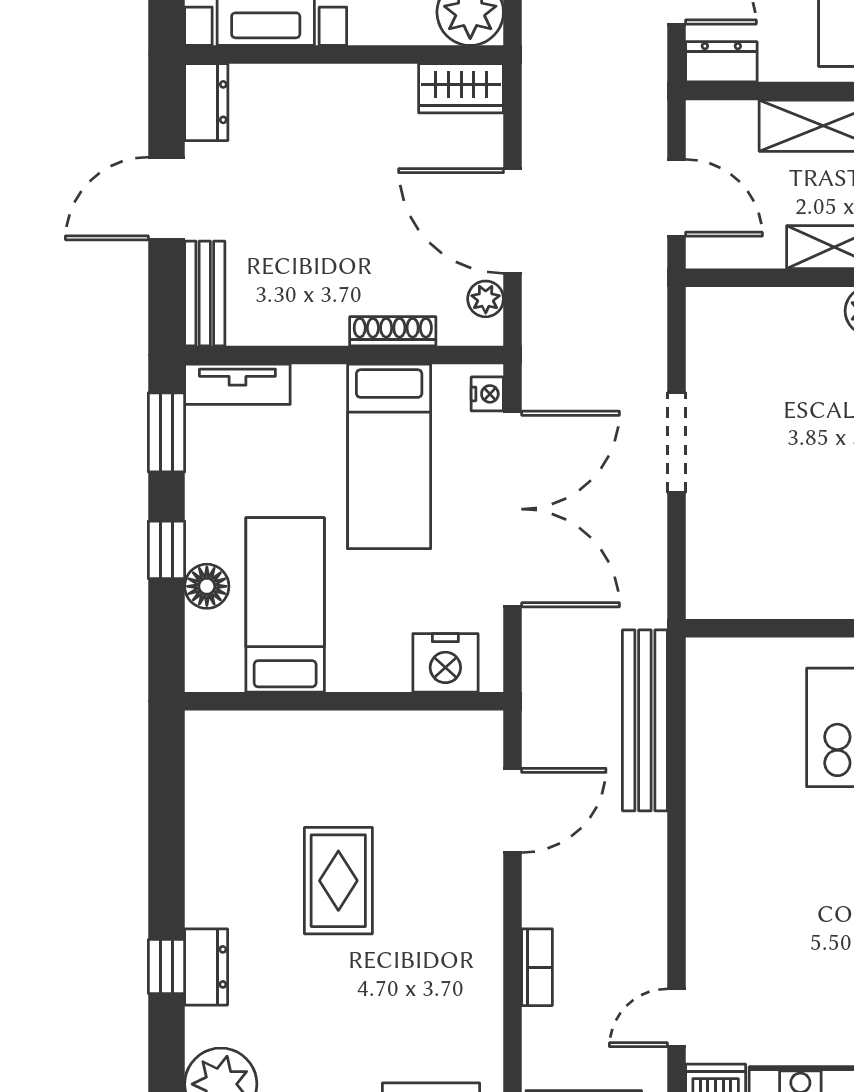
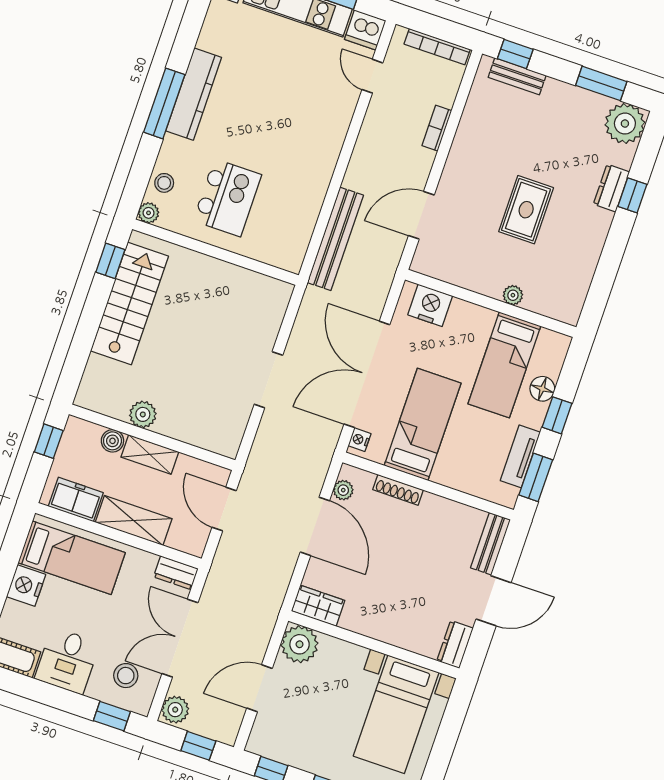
tv unit: (237, 384) -> (520, 456), moved, turned -90
plant: (311, 728) -> (513, 295), added
door: (676, 1018) -> (372, 76), swing flipped

